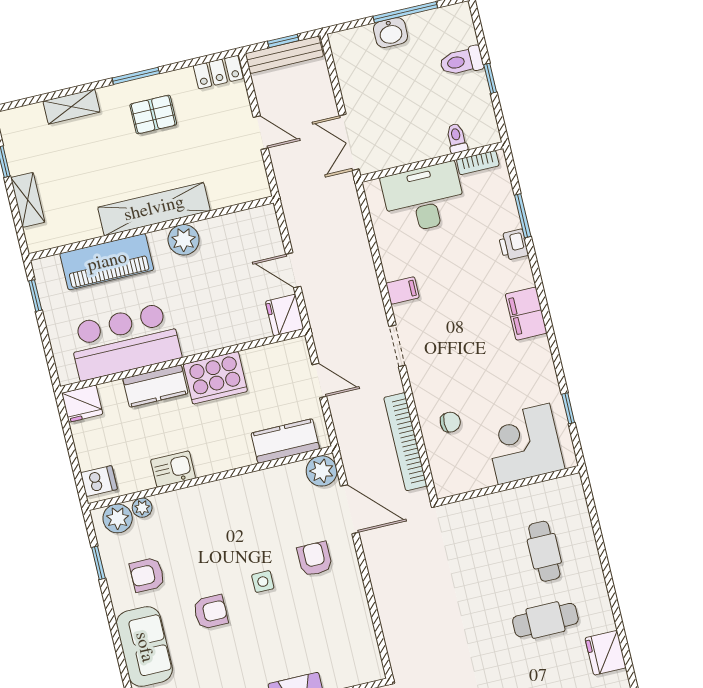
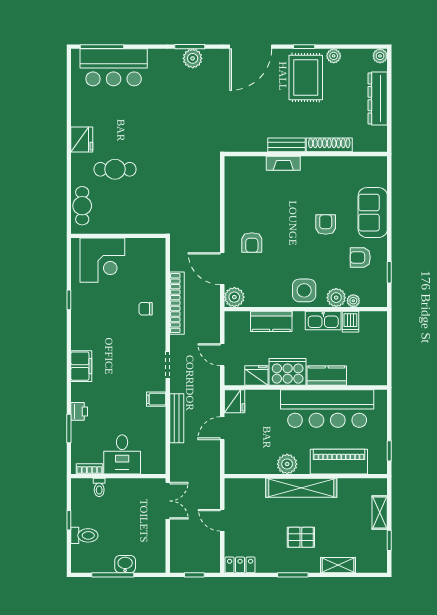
bench: (284, 55) -> (177, 418), moved, turned 90
pallet: (153, 114) -> (301, 537), moved
desk: (424, 198) -> (122, 454), width x0.73
door: (293, 270) -> (222, 428), swing flipped
bar counter: (125, 341) -> (327, 408), width x1.36
fridge: (82, 404) -> (256, 375), moved
kitchen counter: (285, 441) -> (271, 321), moved
corner desk: (524, 444) -> (102, 260), moved
kitchen sink: (173, 469) -> (323, 320), width x1.38
dishwasher: (99, 481) -> (350, 322), moved, turned -90
wall: (508, 486) -> (118, 236), moved
plant: (118, 518) -> (336, 298), moved
cafe table: (544, 551) -> (82, 206), moved
armchair: (147, 575) -> (360, 257), turned 180
side table: (263, 582) -> (304, 290), moved, width x1.87, depth x1.87
armchair: (211, 612) -> (326, 224), turned 90

